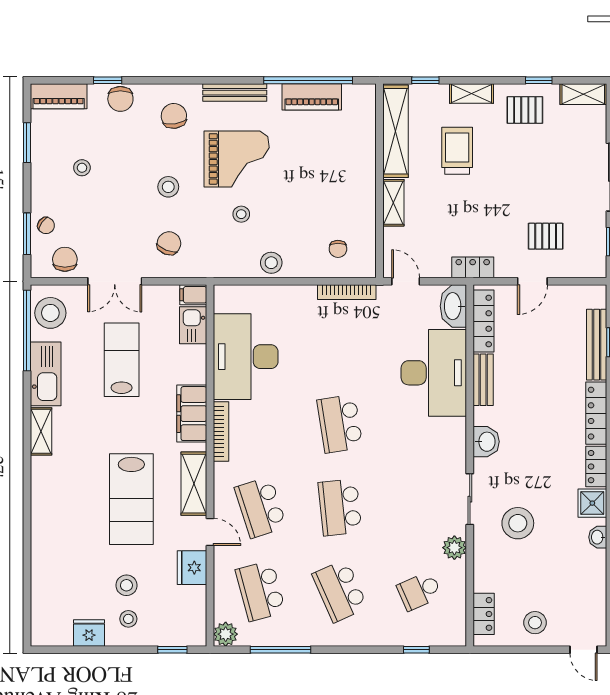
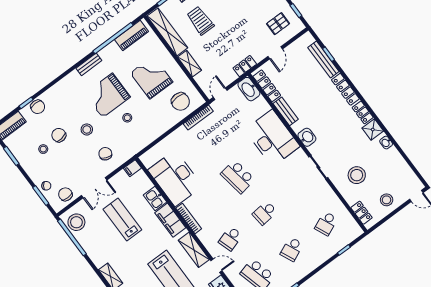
bench: (235, 93) -> (89, 64), width x0.73
piano: (312, 97) -> (131, 36), moved
chair: (174, 116) -> (59, 135), moved
grand piano: (237, 159) -> (107, 95), turned 180
grand piano: (322, 181) -> (151, 77), added
pallet: (546, 236) -> (278, 24), moved
chair: (338, 249) -> (180, 102), width x1.87, depth x1.87
stool: (271, 263) -> (156, 129), removed
door: (406, 281) -> (220, 94), hinge flipped
kitchen sink: (193, 325) -> (155, 198), moved
desk: (434, 373) -> (272, 138), moved
kitchen sink: (46, 374) -> (94, 250), removed
school desk: (261, 507) -> (230, 239), width x0.54
school desk: (340, 507) -> (265, 213), width x0.54
stool: (518, 523) -> (357, 175), moved
plant: (454, 548) -> (327, 193), removed
school desk: (340, 591) -> (292, 249), width x0.54

